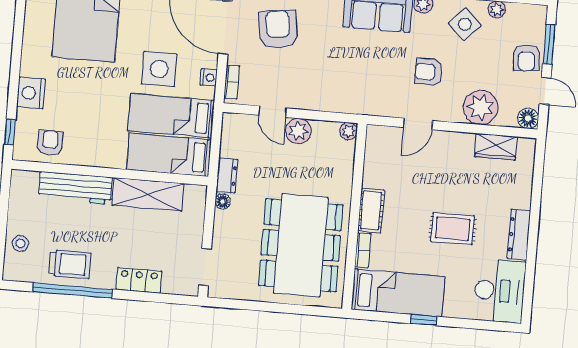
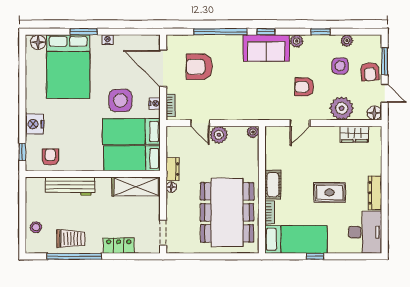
side table: (465, 24) -> (340, 66), moved, turned 45
armchair: (278, 29) -> (199, 67), turned -82
shelving: (148, 194) -> (136, 187), moved

